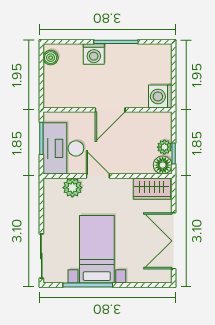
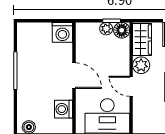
washing machine: (94, 54) -> (64, 109), moved, turned 180
door: (98, 176) -> (131, 86), hinge flipped
plant: (72, 188) -> (141, 65), moved

